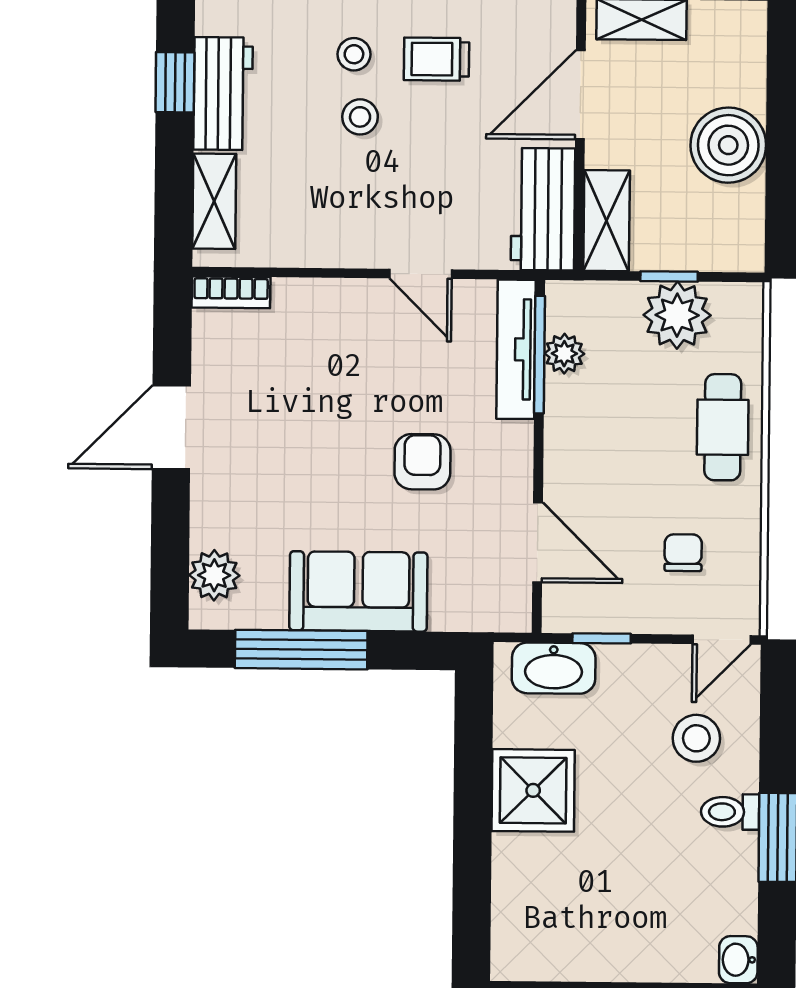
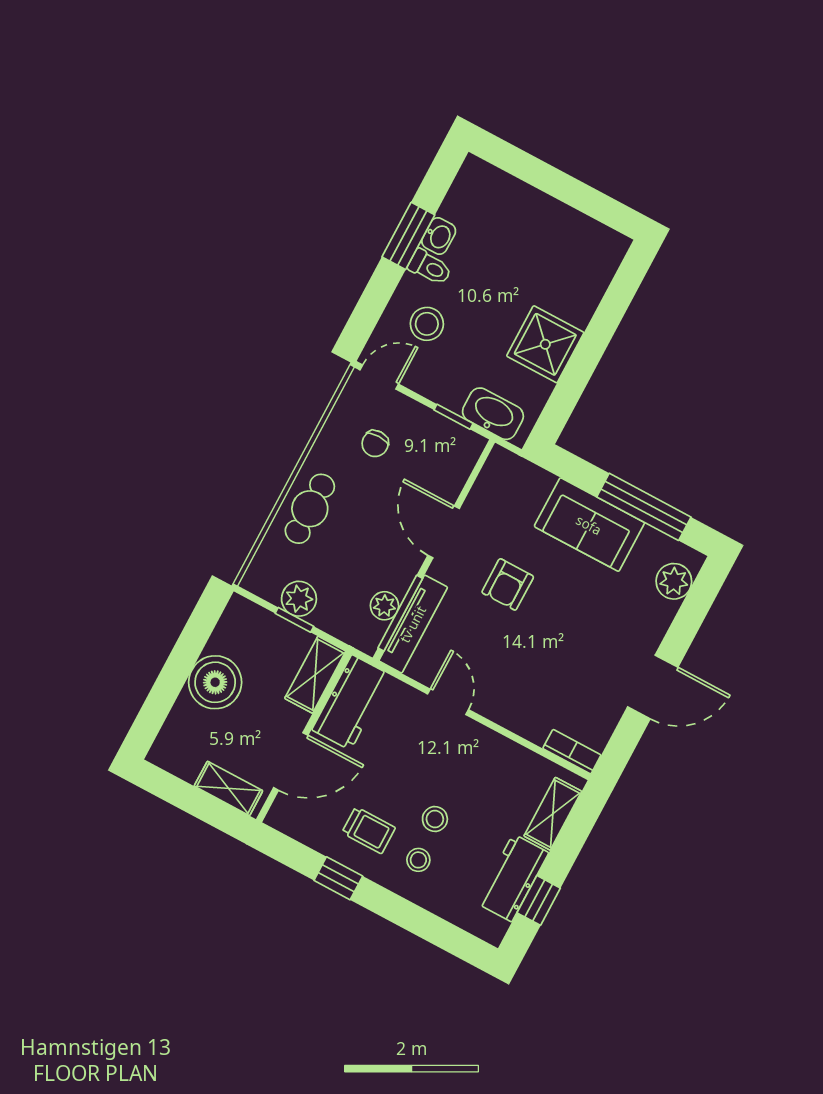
plant: (677, 315) -> (299, 599), width x0.73, depth x0.73
door: (538, 542) -> (444, 532), moved
washbasin: (738, 960) -> (439, 236), moved

